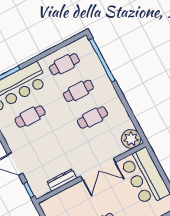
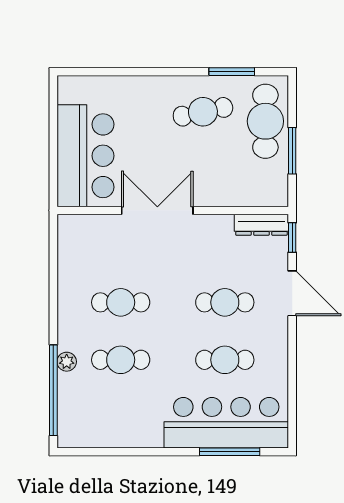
cafe table: (64, 64) -> (225, 302), moved
plant: (131, 139) -> (67, 362), moved, width x0.53, depth x0.53
dresser: (62, 180) -> (261, 225), moved

